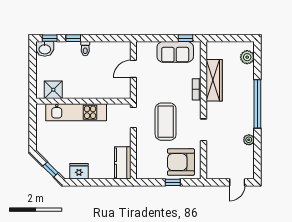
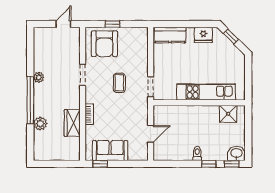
plant: (247, 57) -> (40, 124), moved
wardrobe: (214, 80) -> (72, 123), width x0.67
coffee table: (166, 122) -> (119, 83), width x0.54, depth x0.58
plant: (249, 140) -> (39, 77), moved
armchair: (181, 162) -> (104, 44), turned 90
kitchen counter: (123, 163) -> (170, 35), moved, turned 90
door: (237, 182) -> (63, 24), moved

